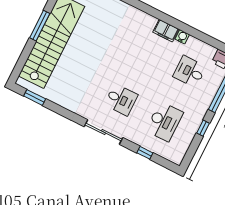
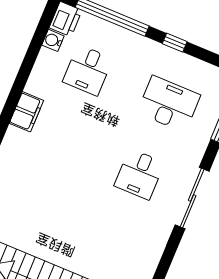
water cooler: (182, 37) -> (53, 40), moved
desk: (121, 100) -> (139, 174), turned 180

